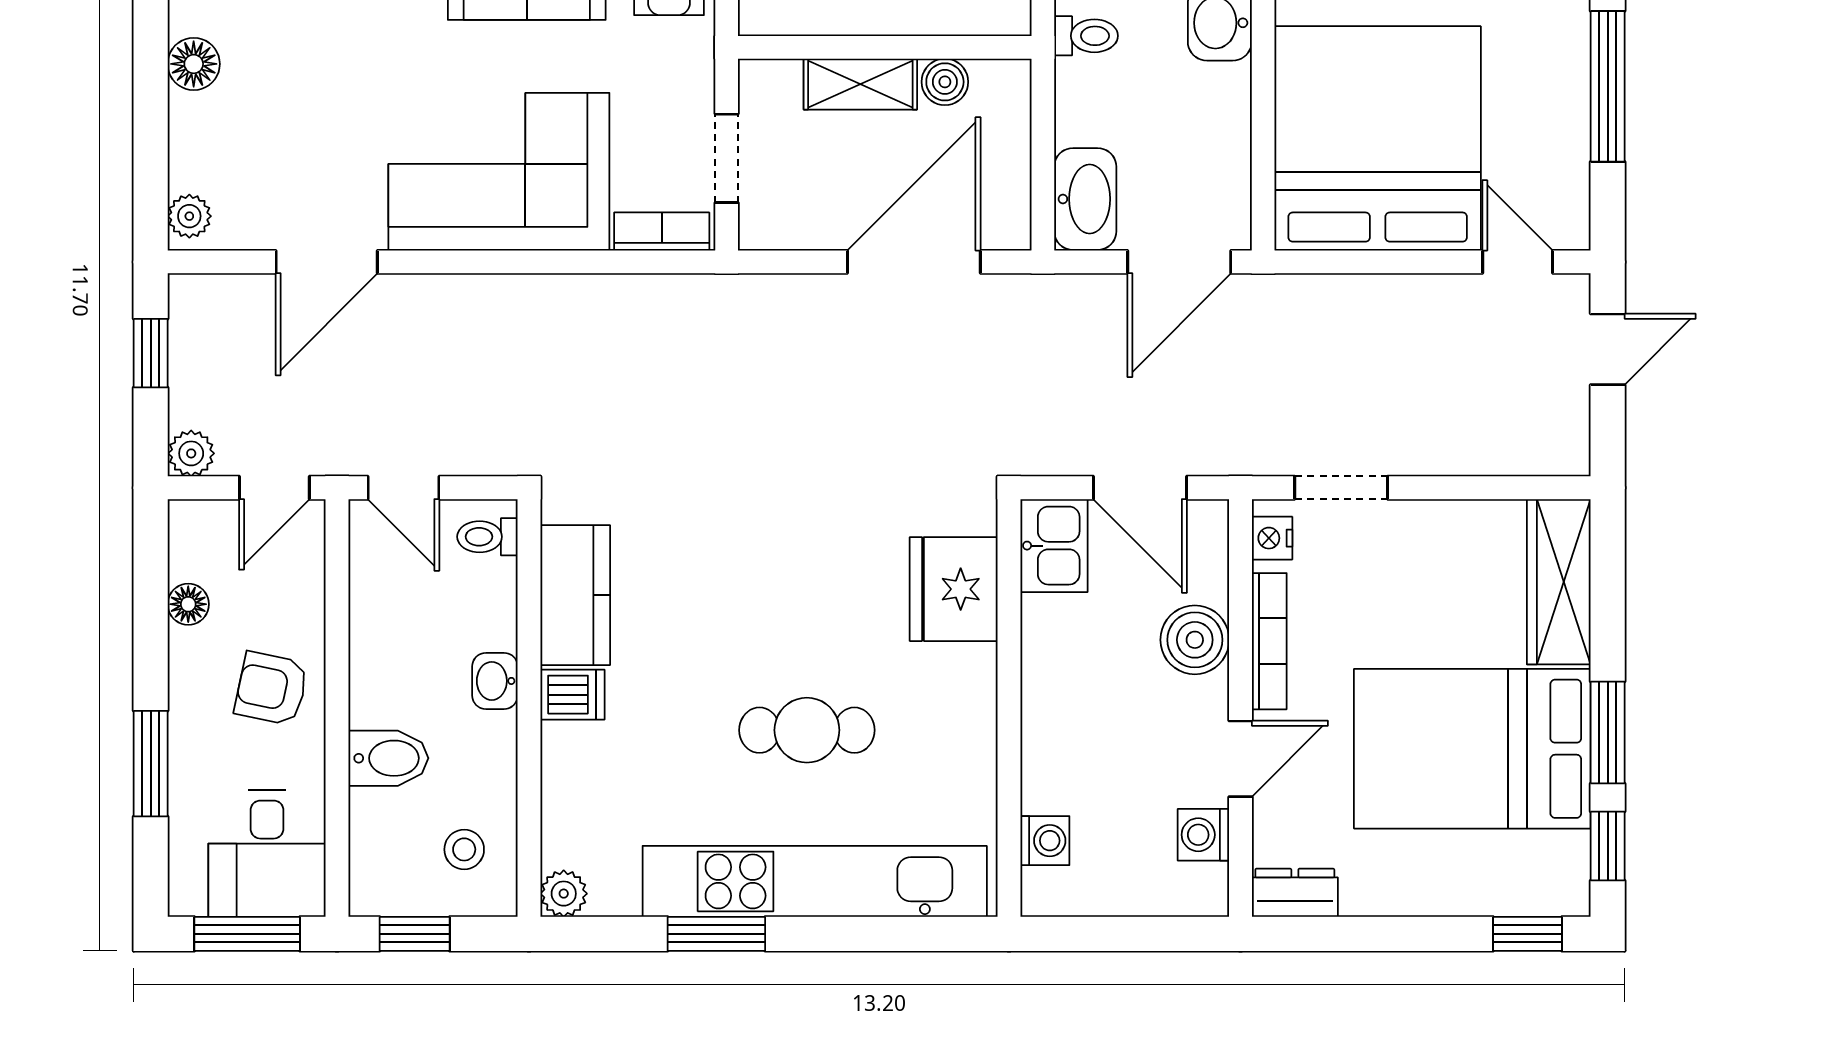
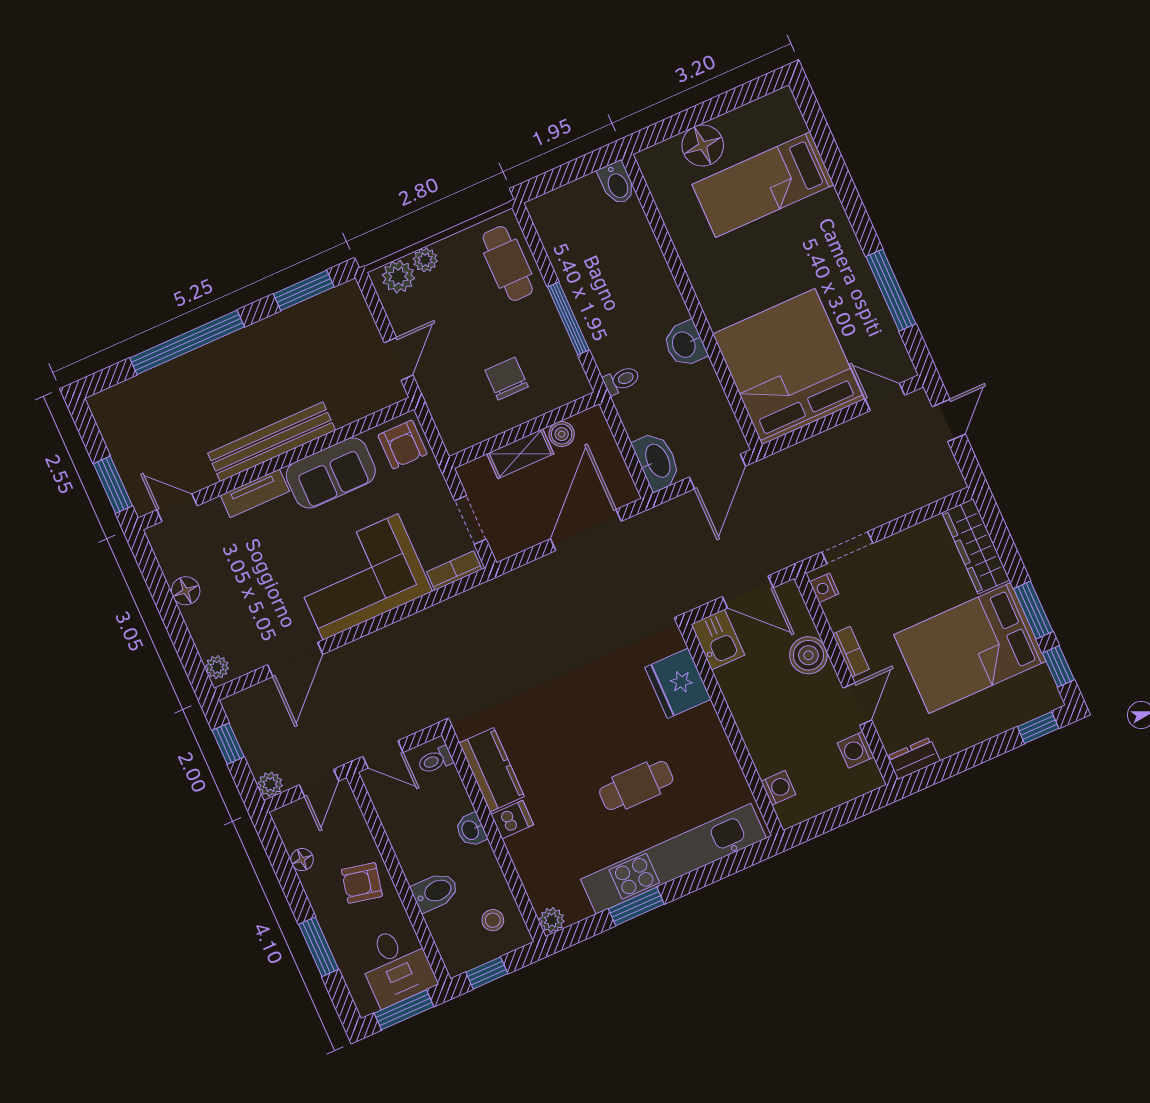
bookcase: (1269, 641) -> (851, 652), width x0.64

